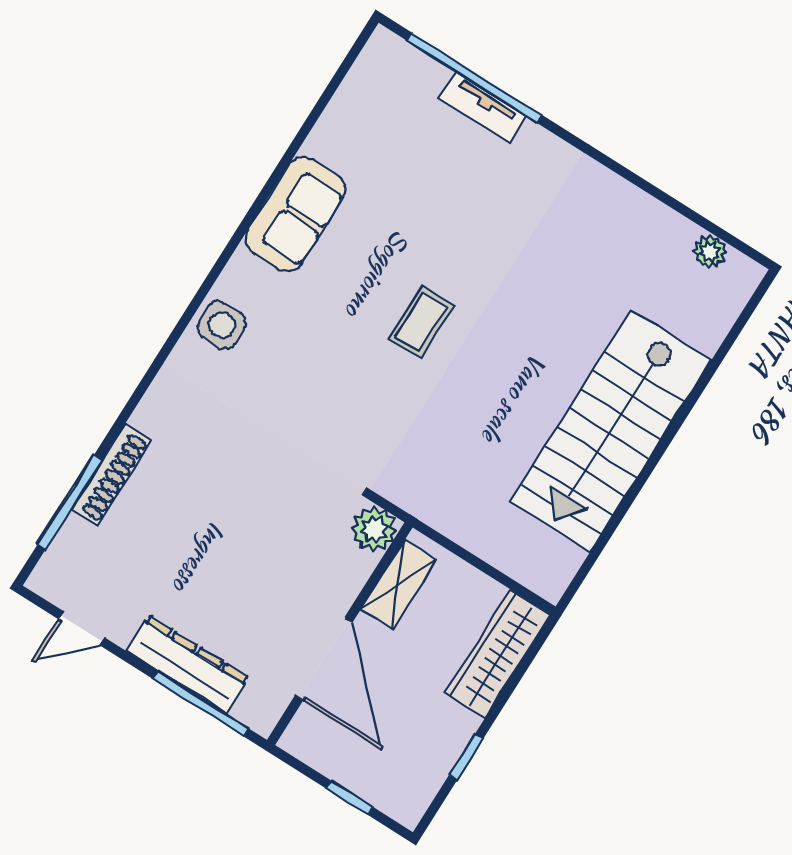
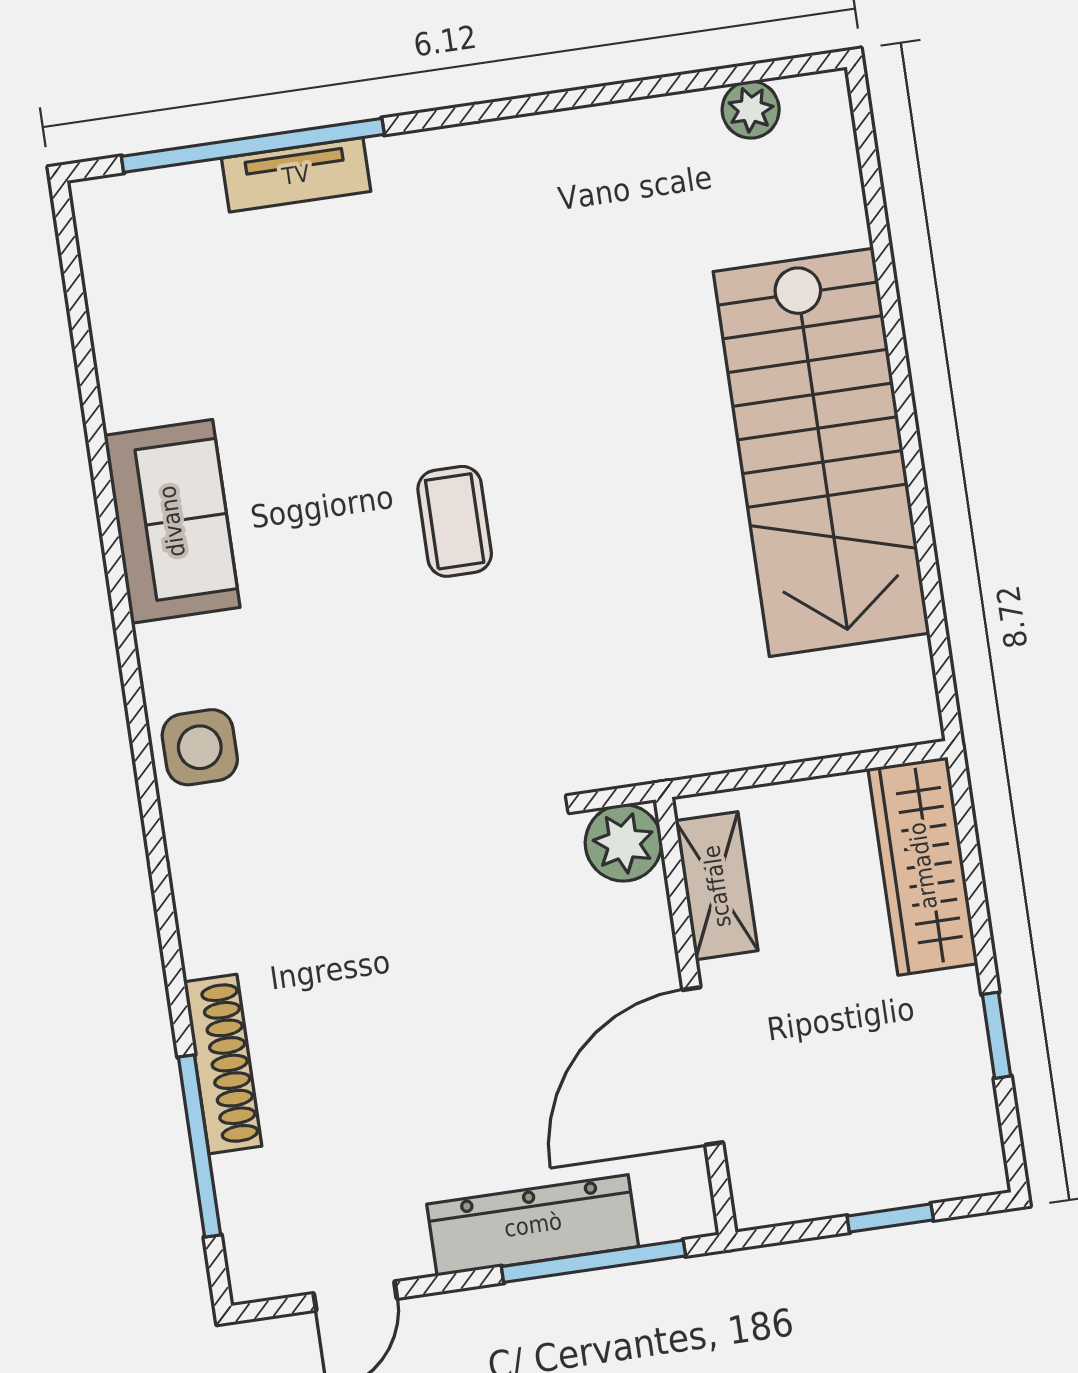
door: (324, 659) -> (703, 1066), swing flipped

